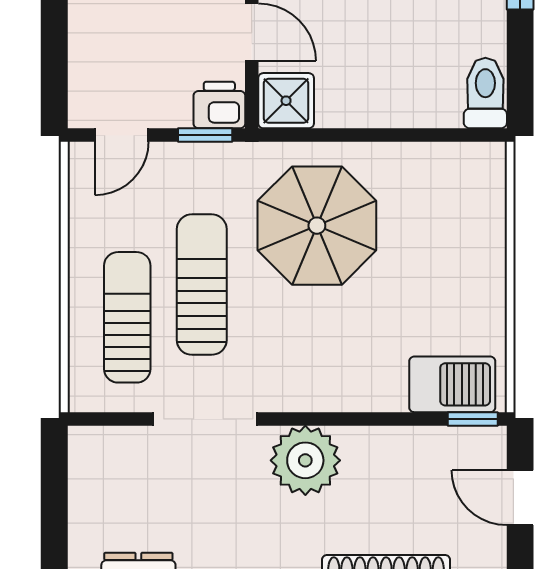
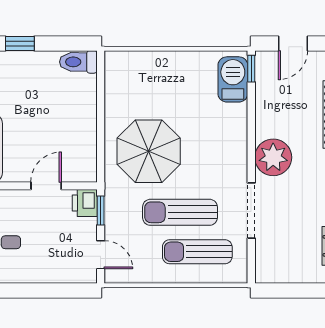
shower: (286, 101) -> (82, 168), removed

